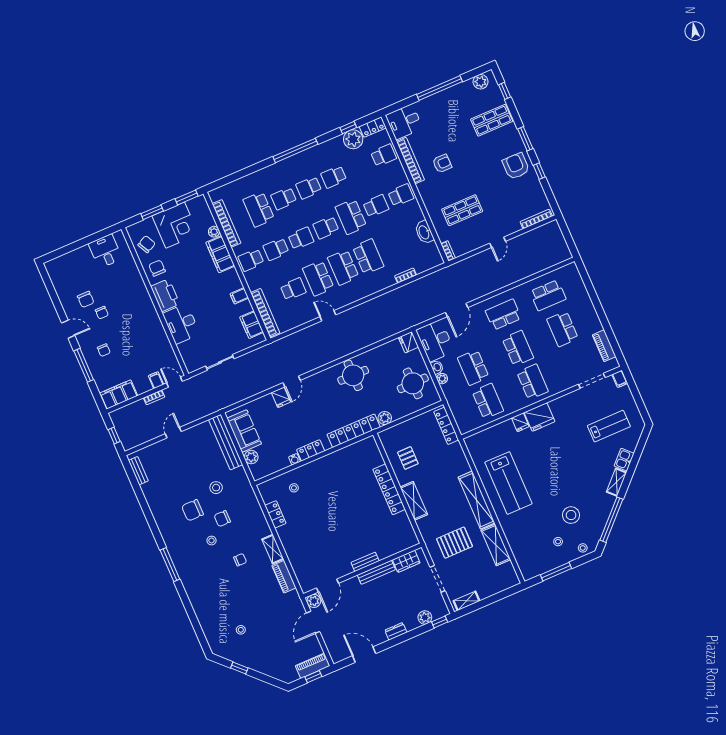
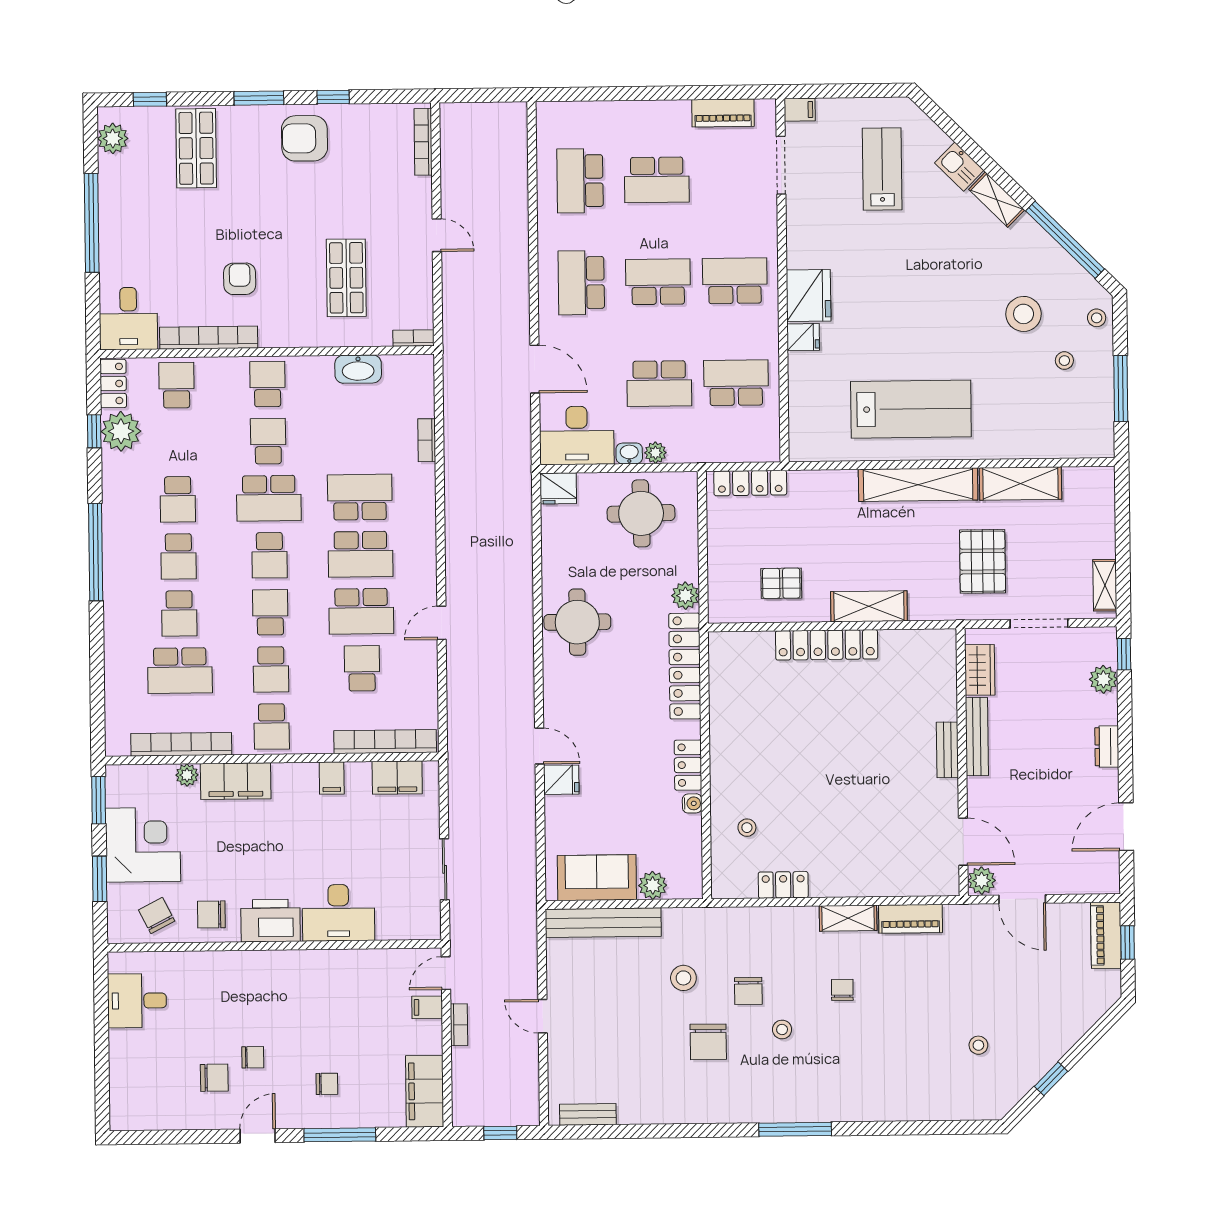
school desk: (548, 295) -> (580, 181), turned 180

